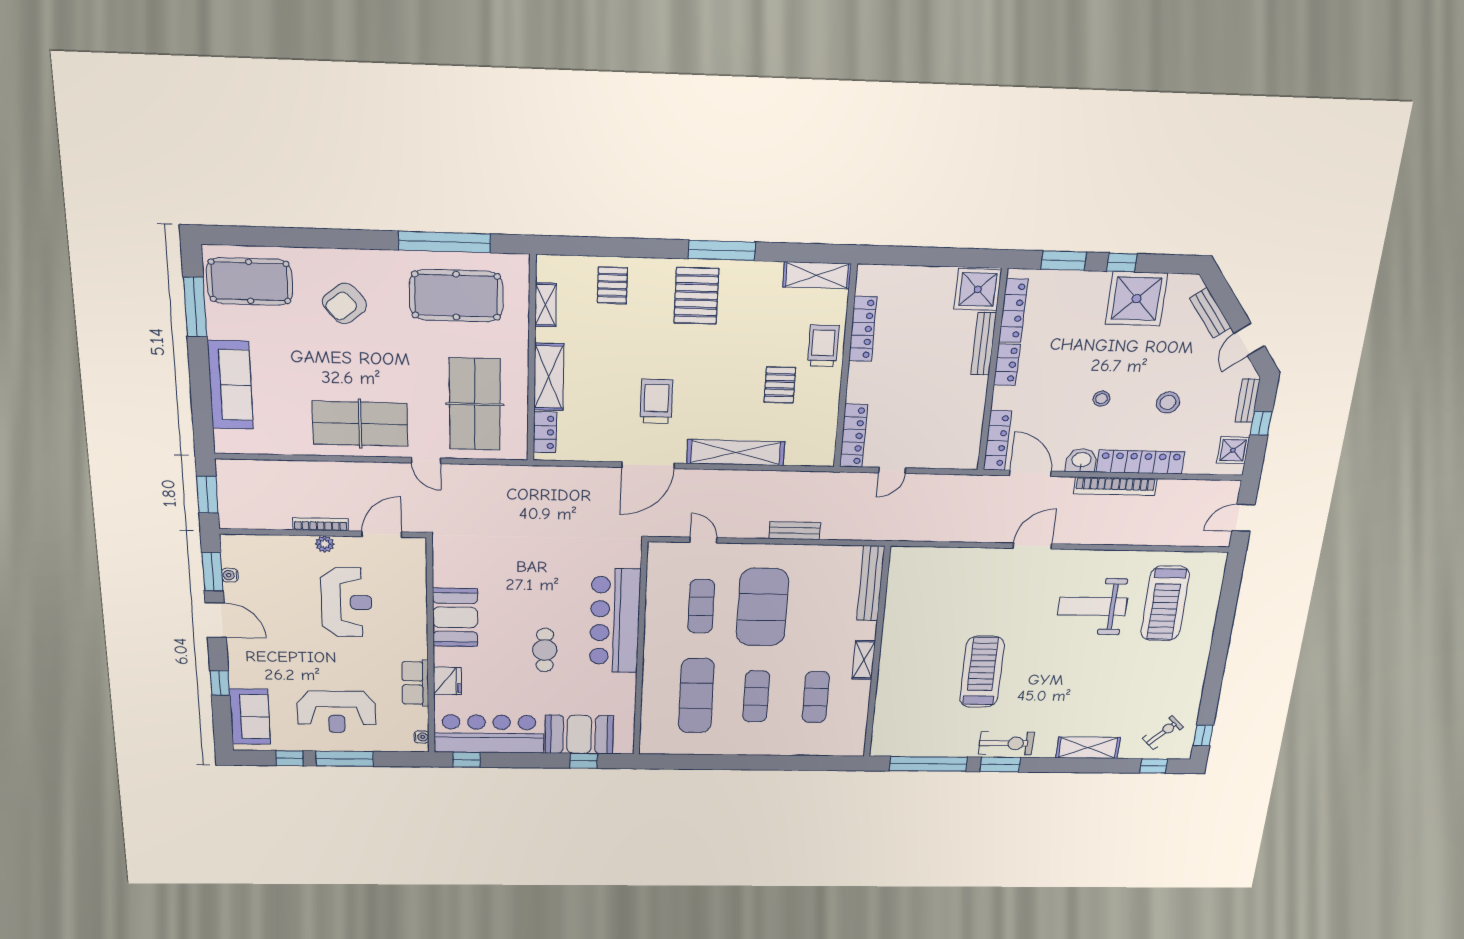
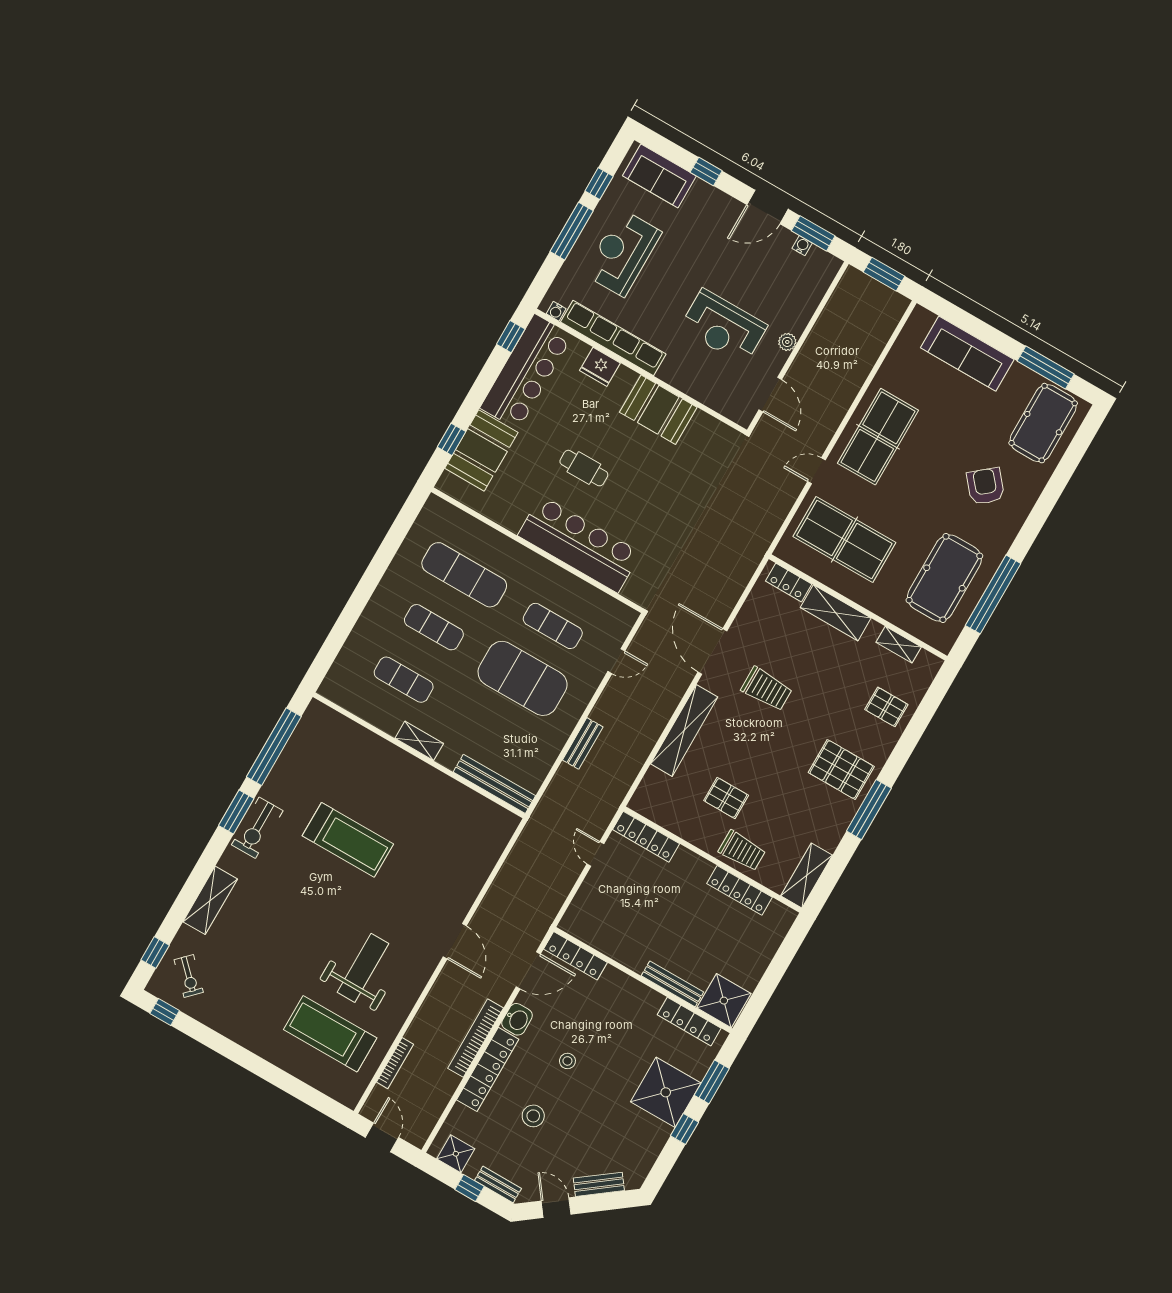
shower: (1137, 299) -> (666, 1092), moved
locker: (1007, 365) -> (643, 995), removed
bookcase: (321, 524) -> (395, 1063), moved
row of seats: (415, 683) -> (613, 338), width x2.02

